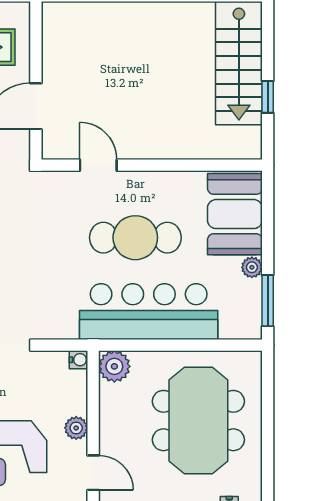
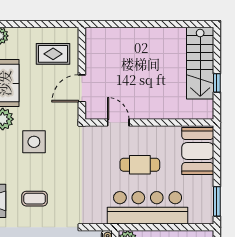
cafe table: (135, 238) -> (140, 165), width x0.73, depth x0.74
plant: (252, 267) -> (208, 182), removed

